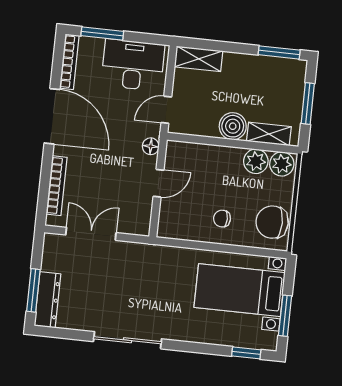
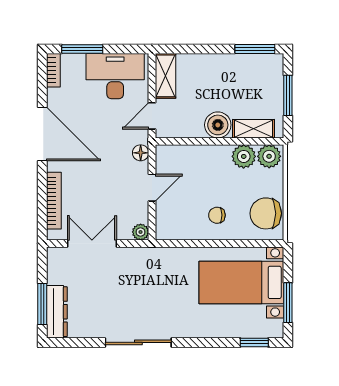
shelving: (199, 59) -> (165, 76), moved, turned 90
bookcase: (69, 62) -> (53, 70), width x0.64
plant: (142, 227) -> (141, 232), added

